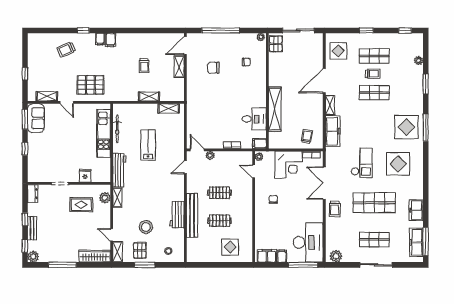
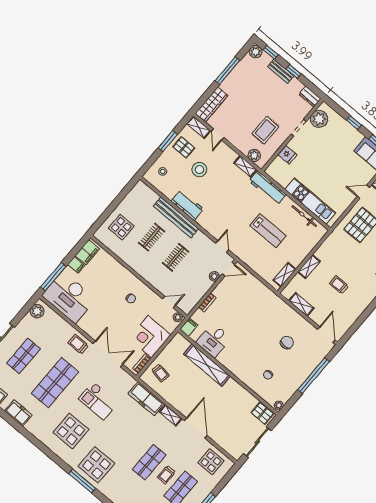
shelving: (179, 67) -> (301, 304), moved
plant: (43, 175) -> (319, 119), added
door: (112, 235) -> (217, 134), swing flipped

